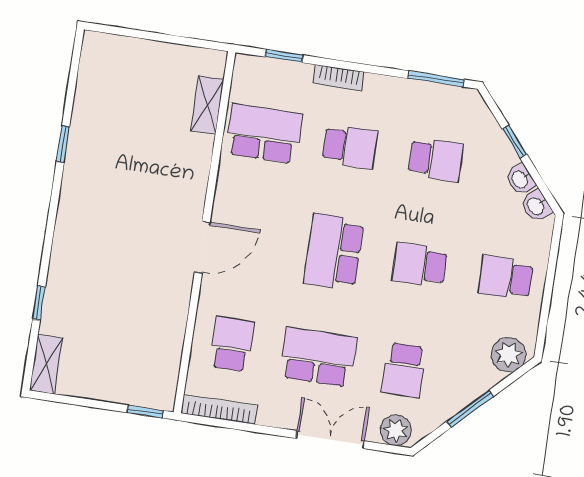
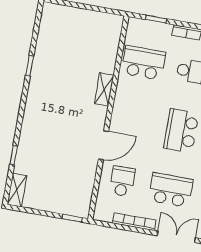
shelving: (207, 105) -> (104, 89), moved
door: (202, 247) -> (103, 145), moved
bookcase: (219, 409) -> (134, 222), moved

